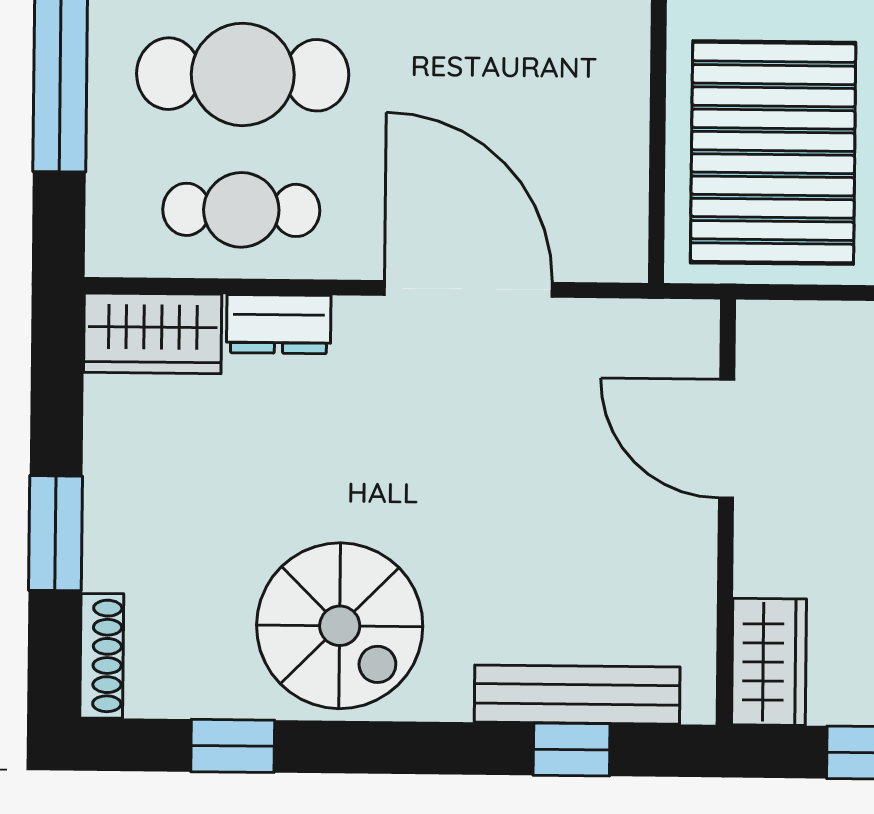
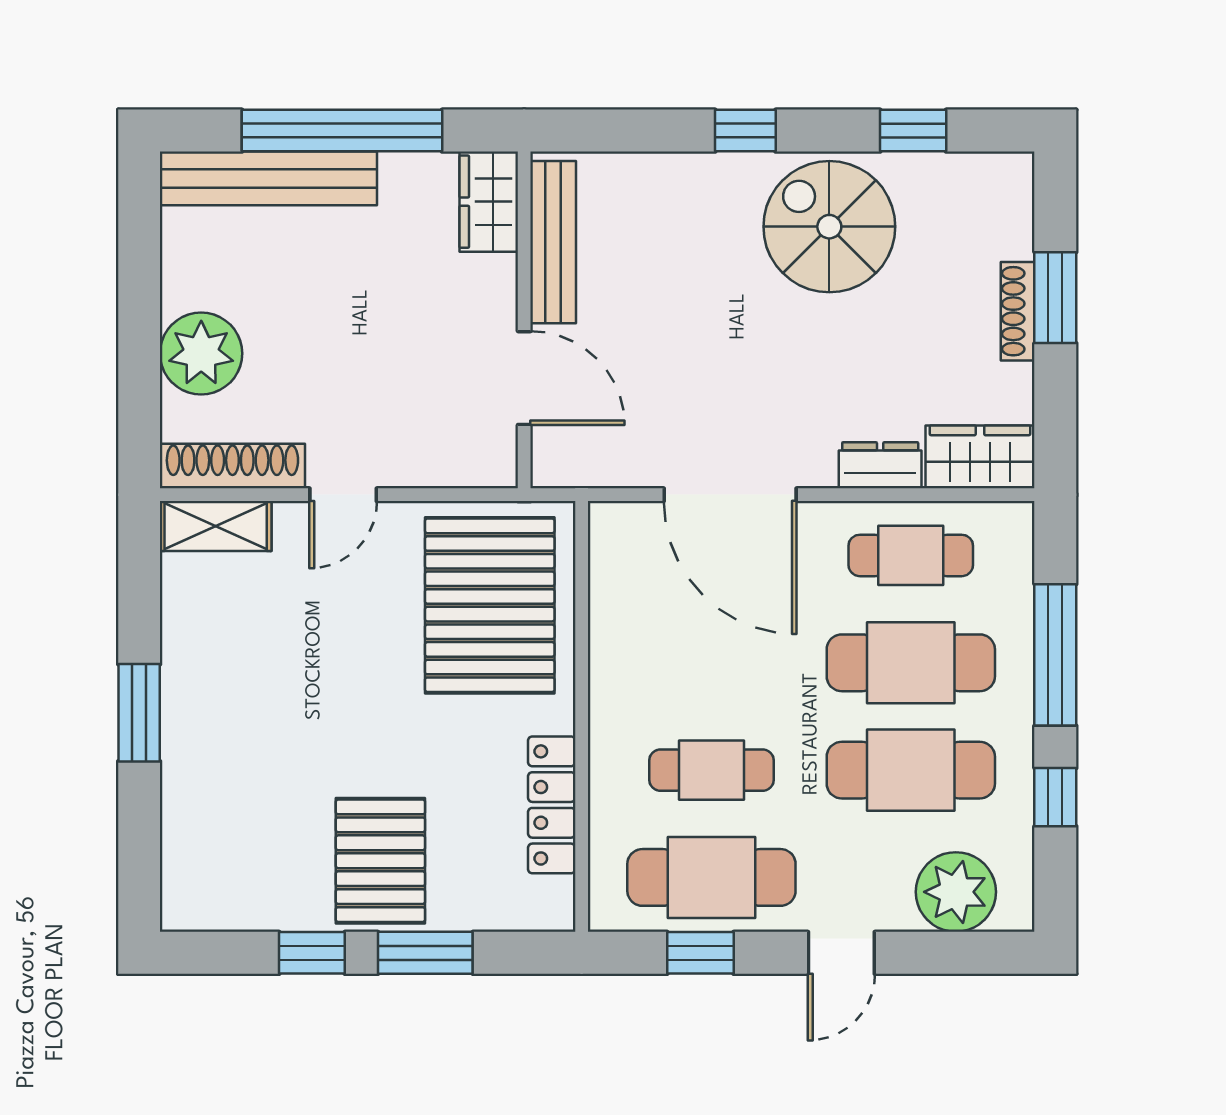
shoe rack: (102, 656) -> (1018, 311), moved
bench: (577, 695) -> (553, 242), moved, turned 90
window: (572, 750) -> (745, 131), moved

